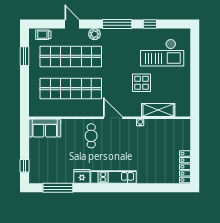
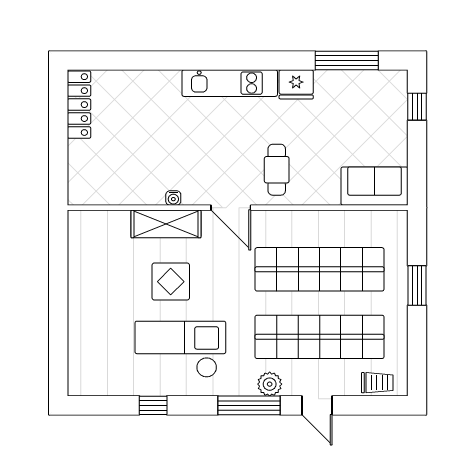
window: (117, 24) -> (249, 405), moved
checkout: (162, 53) -> (180, 349), moved
window: (24, 56) -> (417, 285), moved
shelving: (158, 110) -> (166, 224), moved

